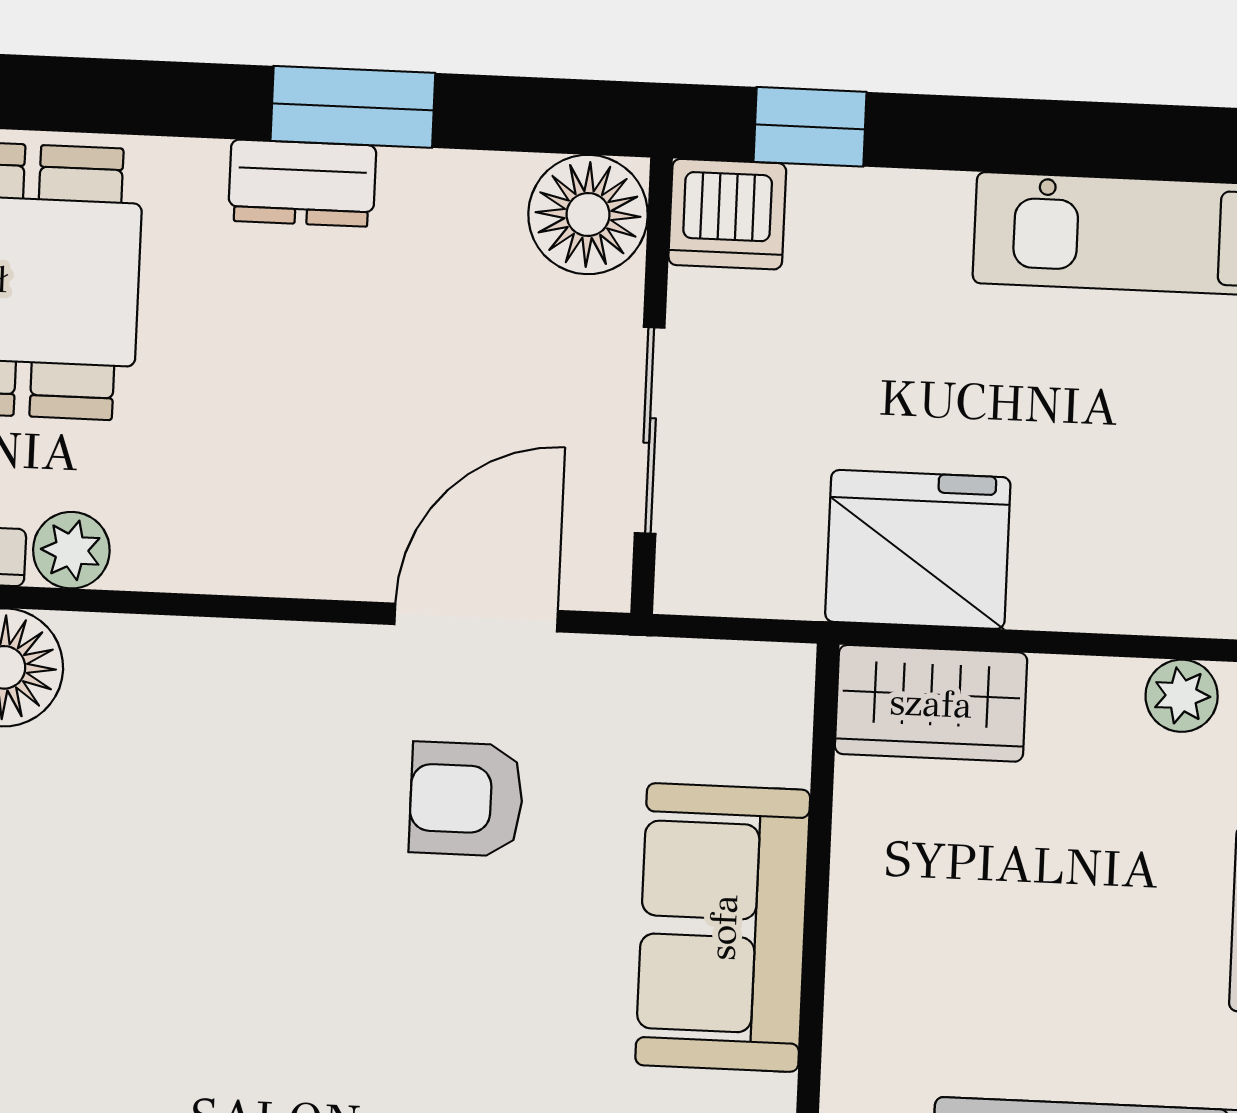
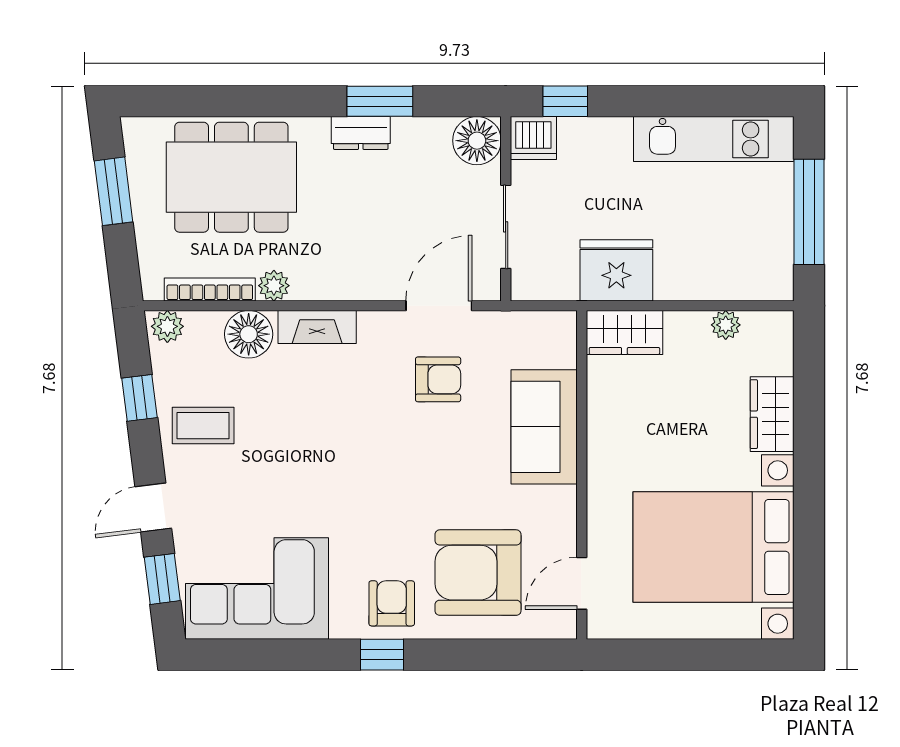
fireplace: (174, 657) -> (317, 327), added
armchair: (466, 799) -> (438, 379), turned 180

